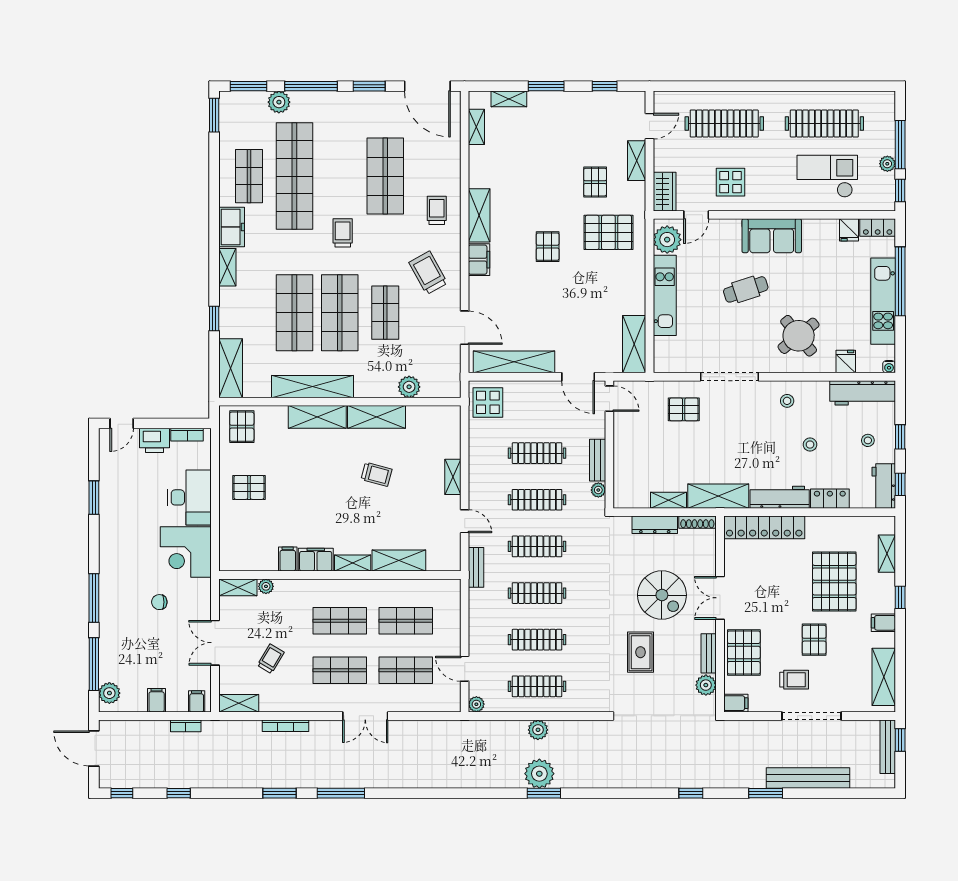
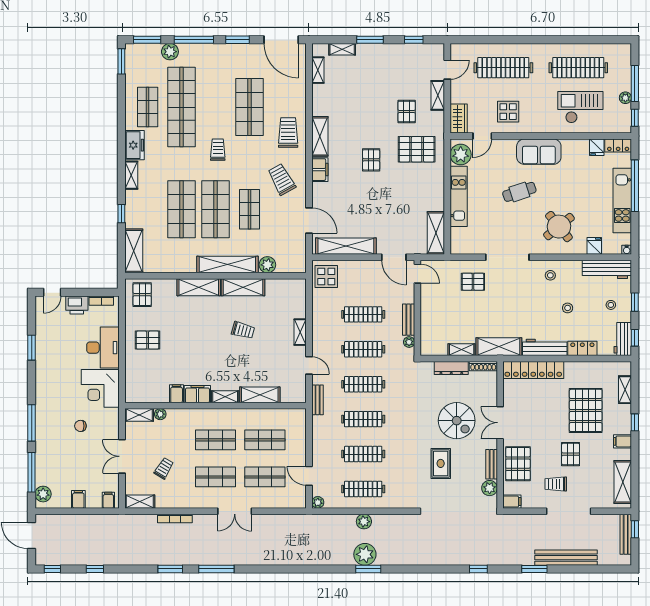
trolley: (437, 210) -> (288, 133), width x1.36, depth x1.39
shelving: (313, 387) -> (227, 265), moved
trolley: (794, 680) -> (556, 484), turned 180
bookcase: (186, 726) -> (100, 519), removed

